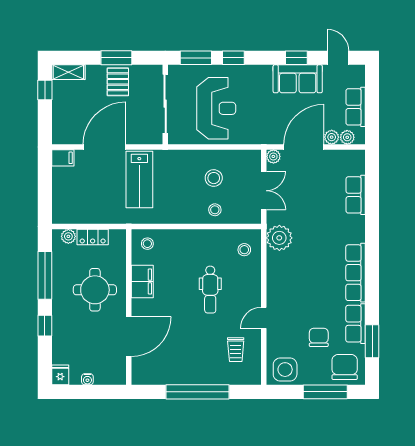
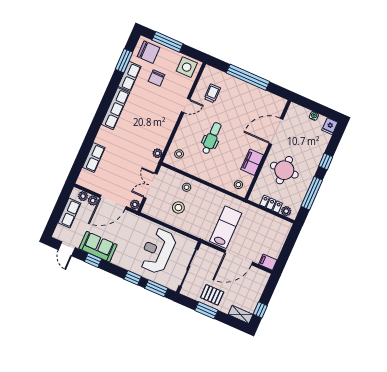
pallet: (118, 82) -> (212, 295), turned 90
plant: (279, 238) -> (158, 153), width x0.53, depth x0.53
chair: (345, 367) -> (148, 52), turned -90

